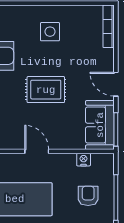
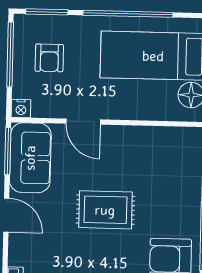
door: (37, 151) -> (83, 122), moved
nightstand: (84, 160) -> (21, 109), moved

